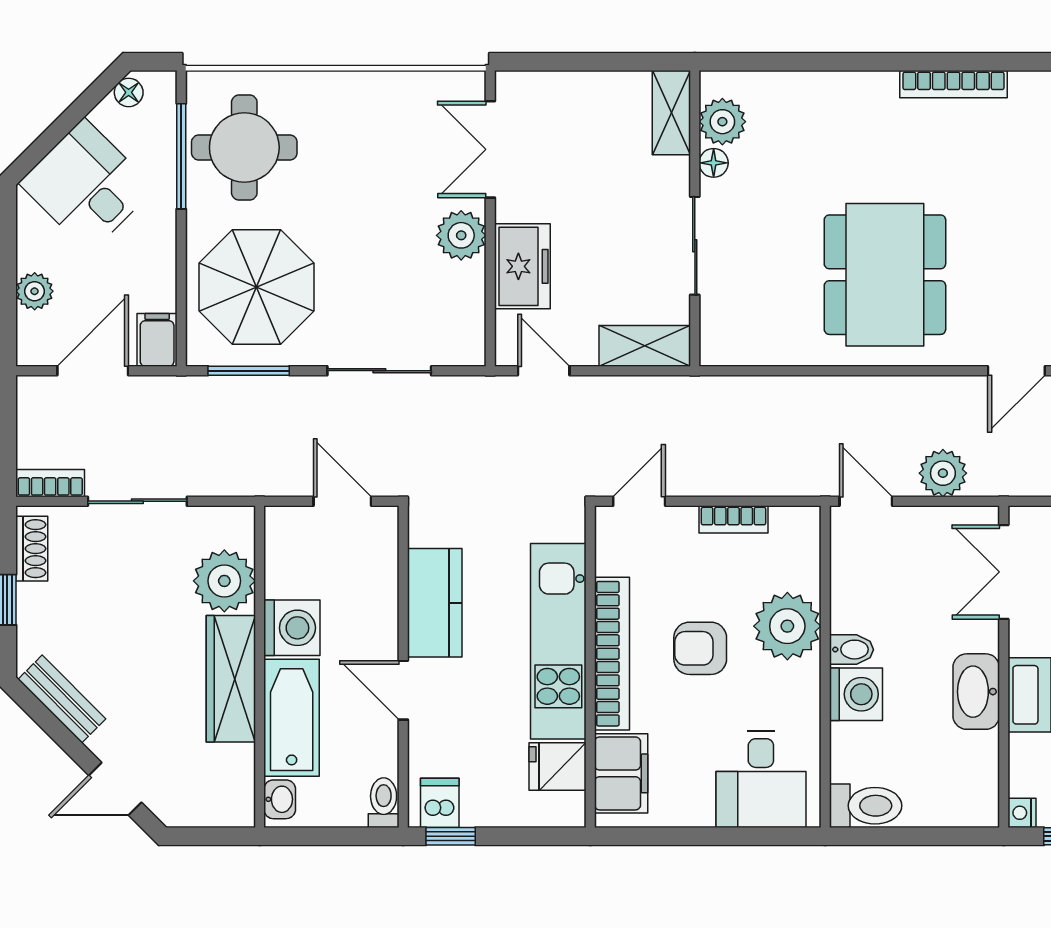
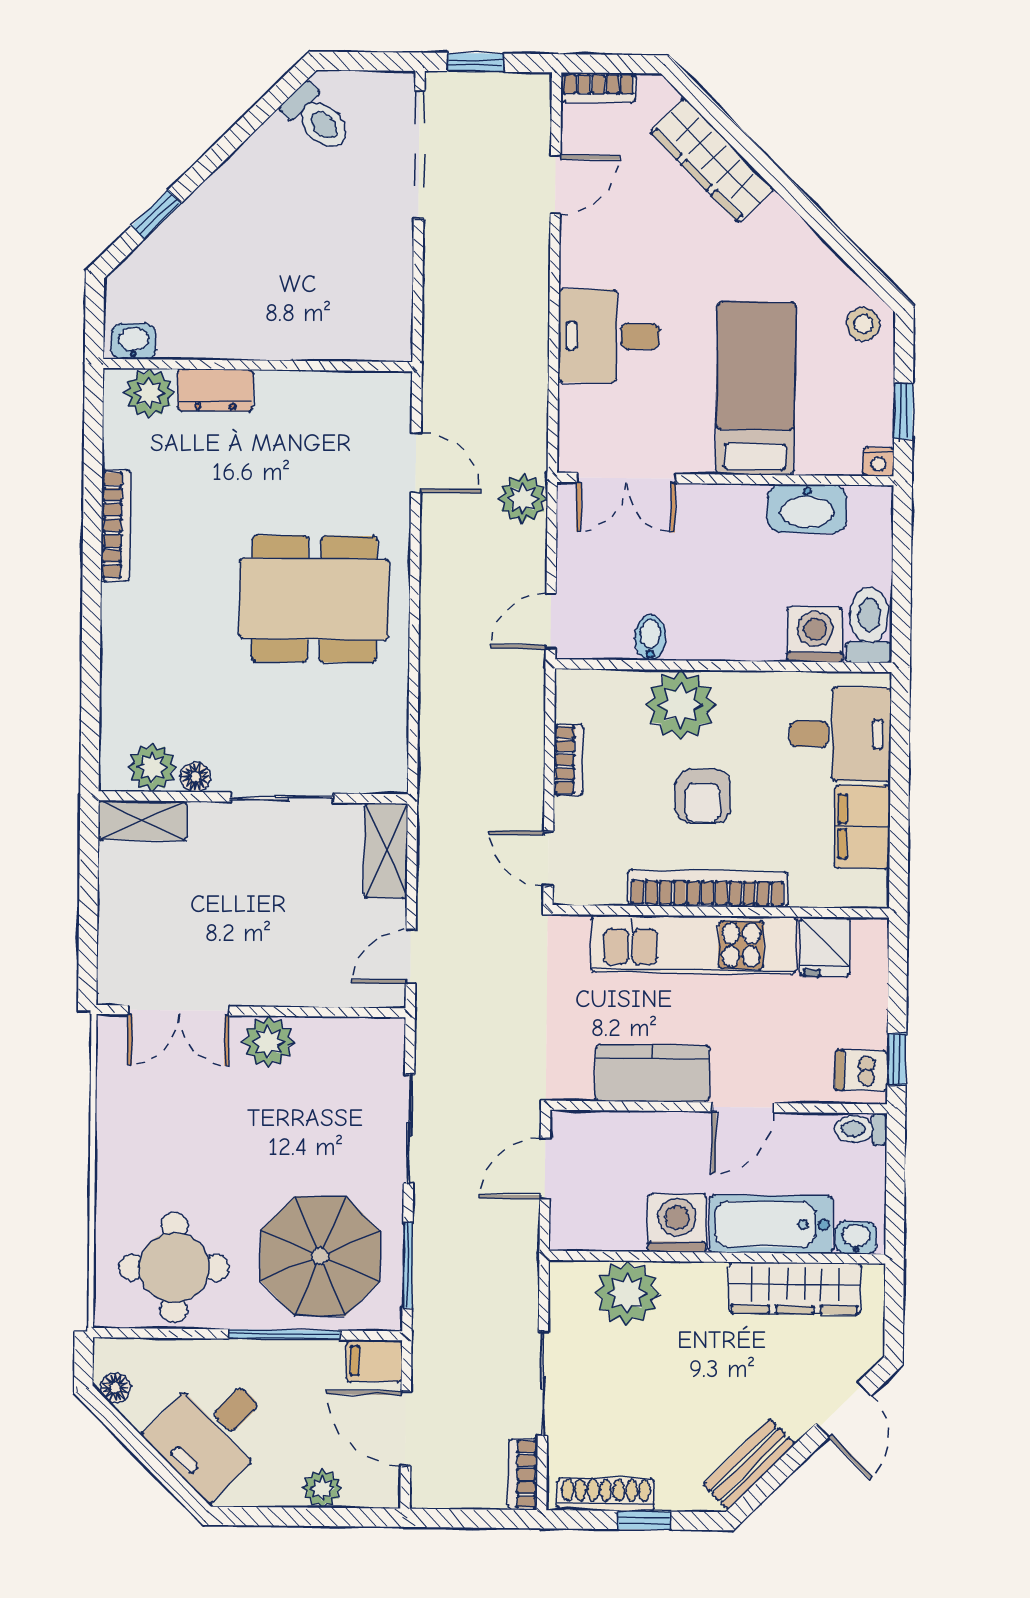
window: (181, 156) -> (284, 1335), moved
freezer: (522, 266) -> (301, 978), removed
plant: (943, 473) -> (523, 499), moved
shoe rack: (32, 549) -> (606, 1494), width x1.43
bidet: (851, 650) -> (650, 638), moved
wardrobe: (231, 679) -> (795, 1288), moved
washbasin: (976, 692) -> (807, 509), moved
washing machine: (856, 694) -> (815, 634), moved
filing cabinet: (621, 773) -> (862, 827), moved, turned -90

